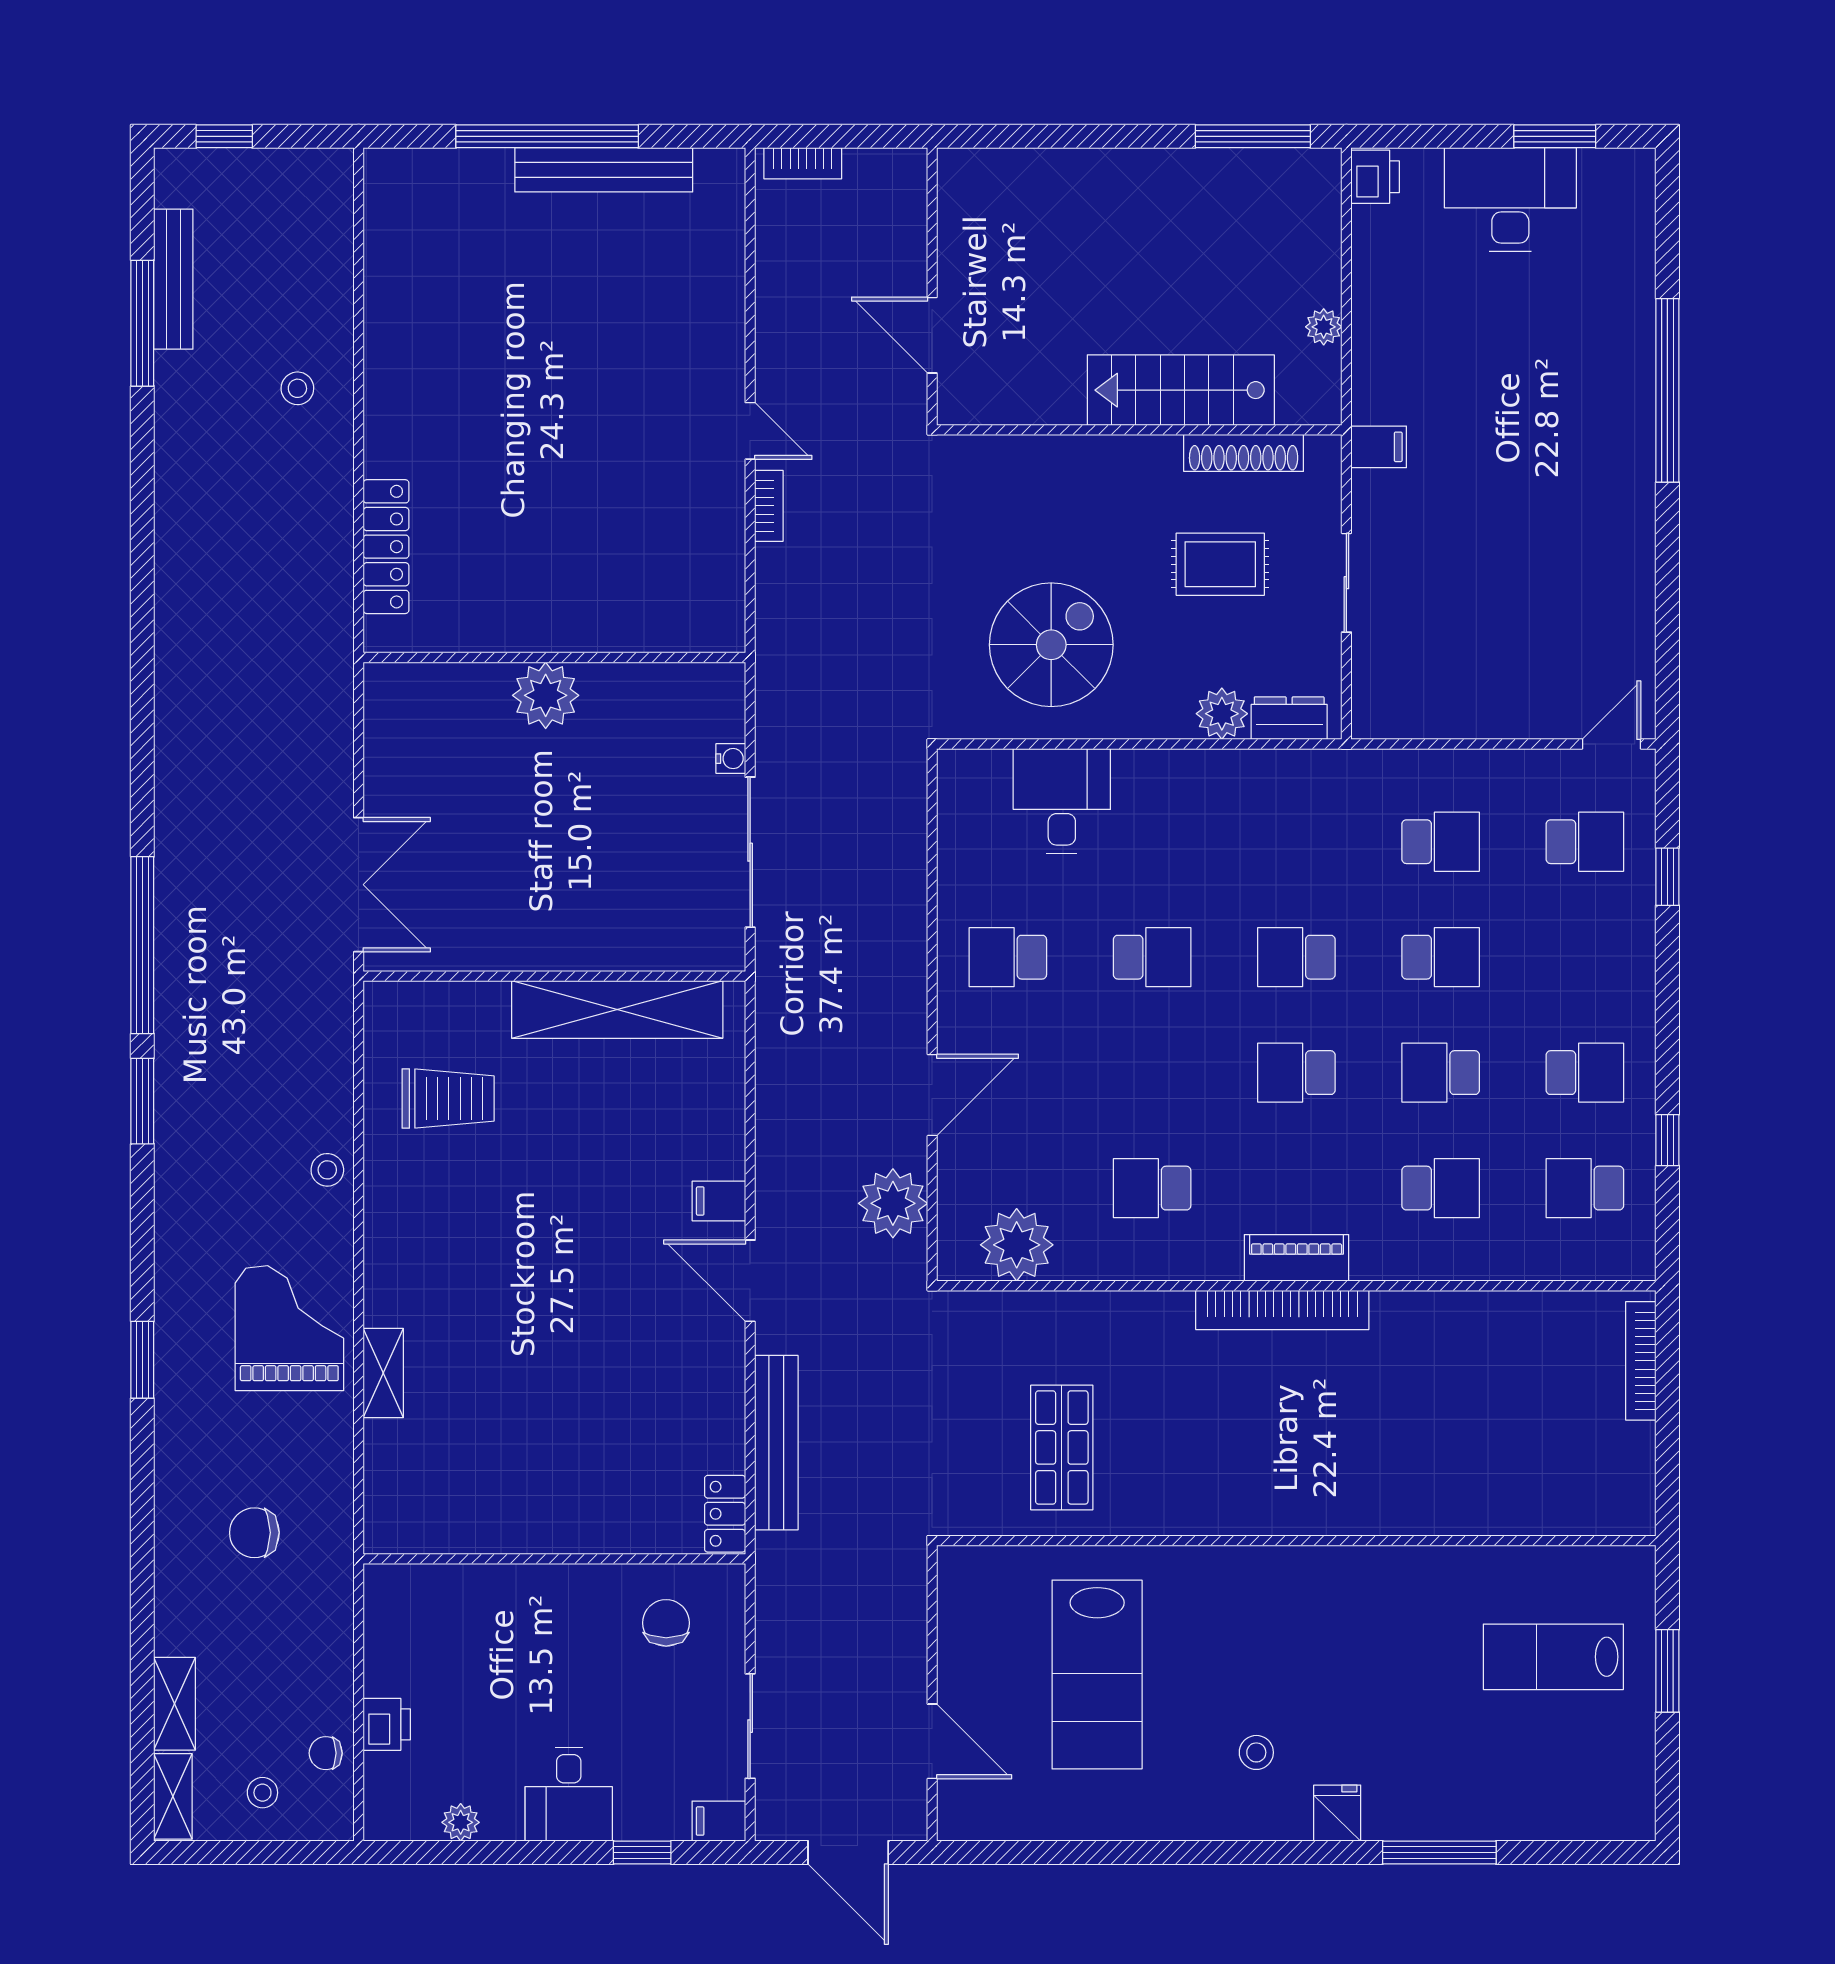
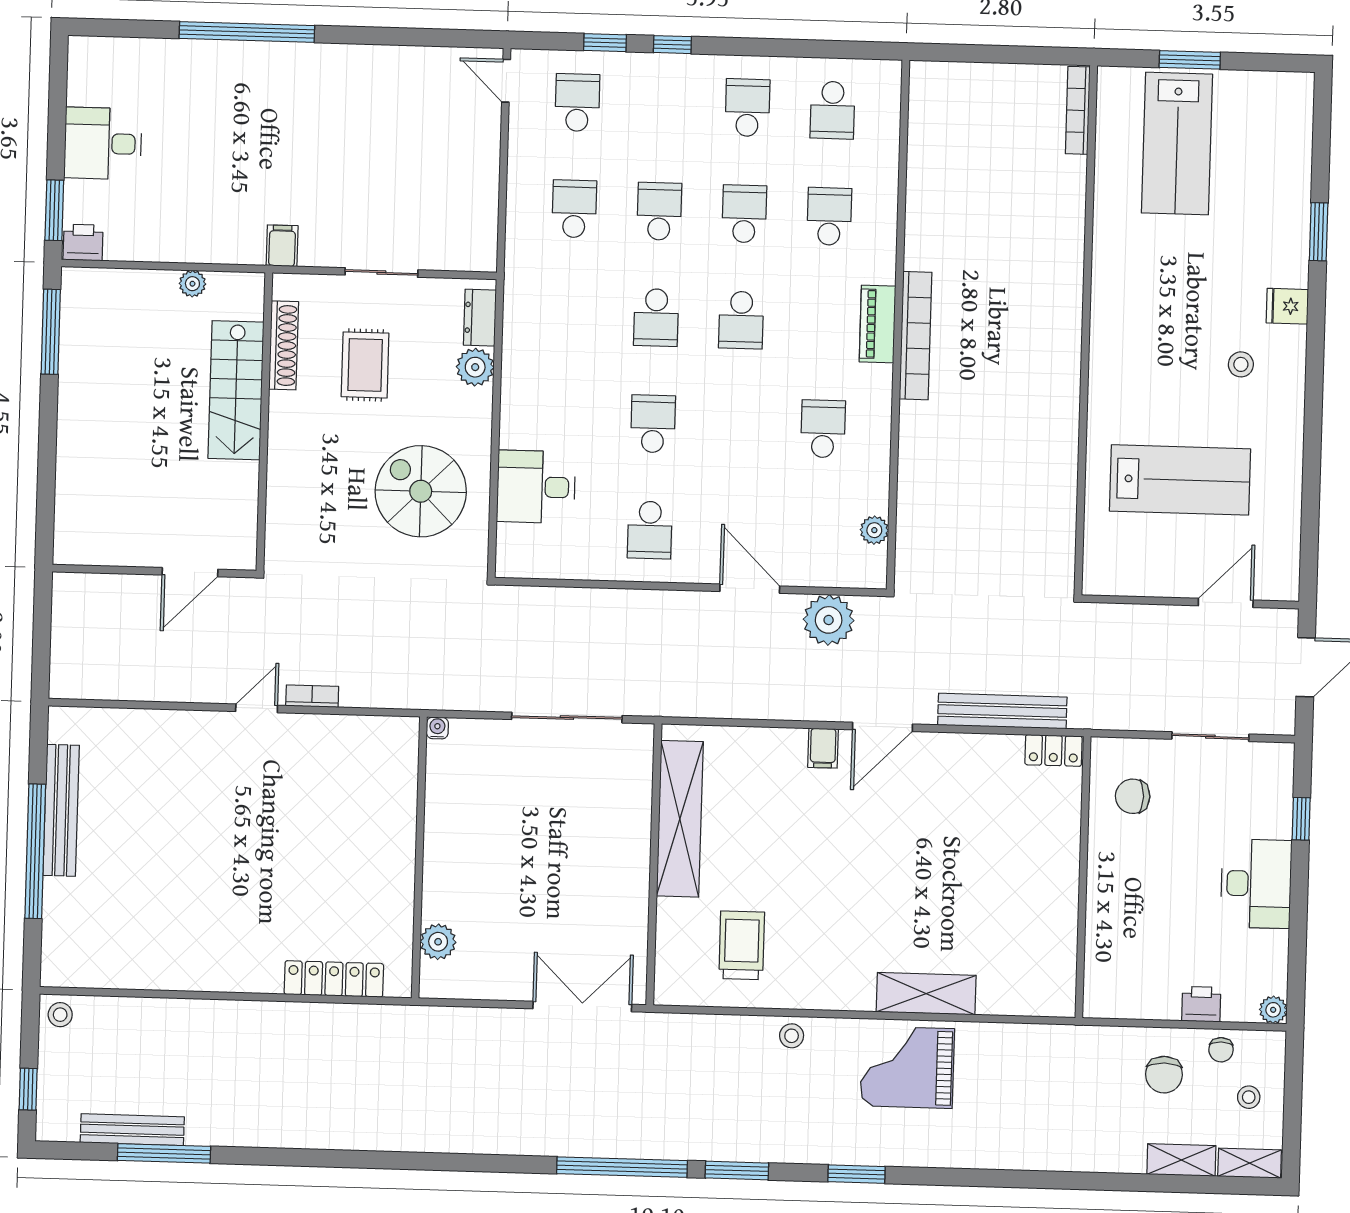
window: (1555, 136) -> (54, 210), moved
bookcase: (803, 163) -> (61, 664), removed
desk: (1510, 200) -> (103, 143), width x0.73
stool: (297, 388) -> (60, 1015), moved
plant: (546, 695) -> (438, 942), moved, width x0.73, depth x0.73
water cooler: (731, 759) -> (437, 728), moved
school desk: (1441, 1073) -> (744, 214), turned 180
window: (1667, 1140) -> (672, 45), moved
school desk: (1152, 1188) -> (823, 429), turned 180
plant: (1017, 1245) -> (874, 530), width x0.53, depth x0.53
window: (142, 1360) -> (857, 1174), moved
bookcase: (1641, 1361) -> (1078, 110), moved, turned 90
shelving: (383, 1373) -> (926, 994), width x1.50, depth x1.33
shop shelf: (1062, 1447) -> (1012, 501), removed
chair: (254, 1533) -> (1164, 1075), moved
lab bench: (1553, 1657) -> (1177, 144), width x1.36, depth x1.39
desk: (569, 1794) -> (1256, 884), width x1.37
filing cabinet: (719, 1821) -> (1280, 762), removed
plant: (461, 1822) -> (1273, 1010), moved
window: (1439, 1853) -> (1319, 232), width x0.69

